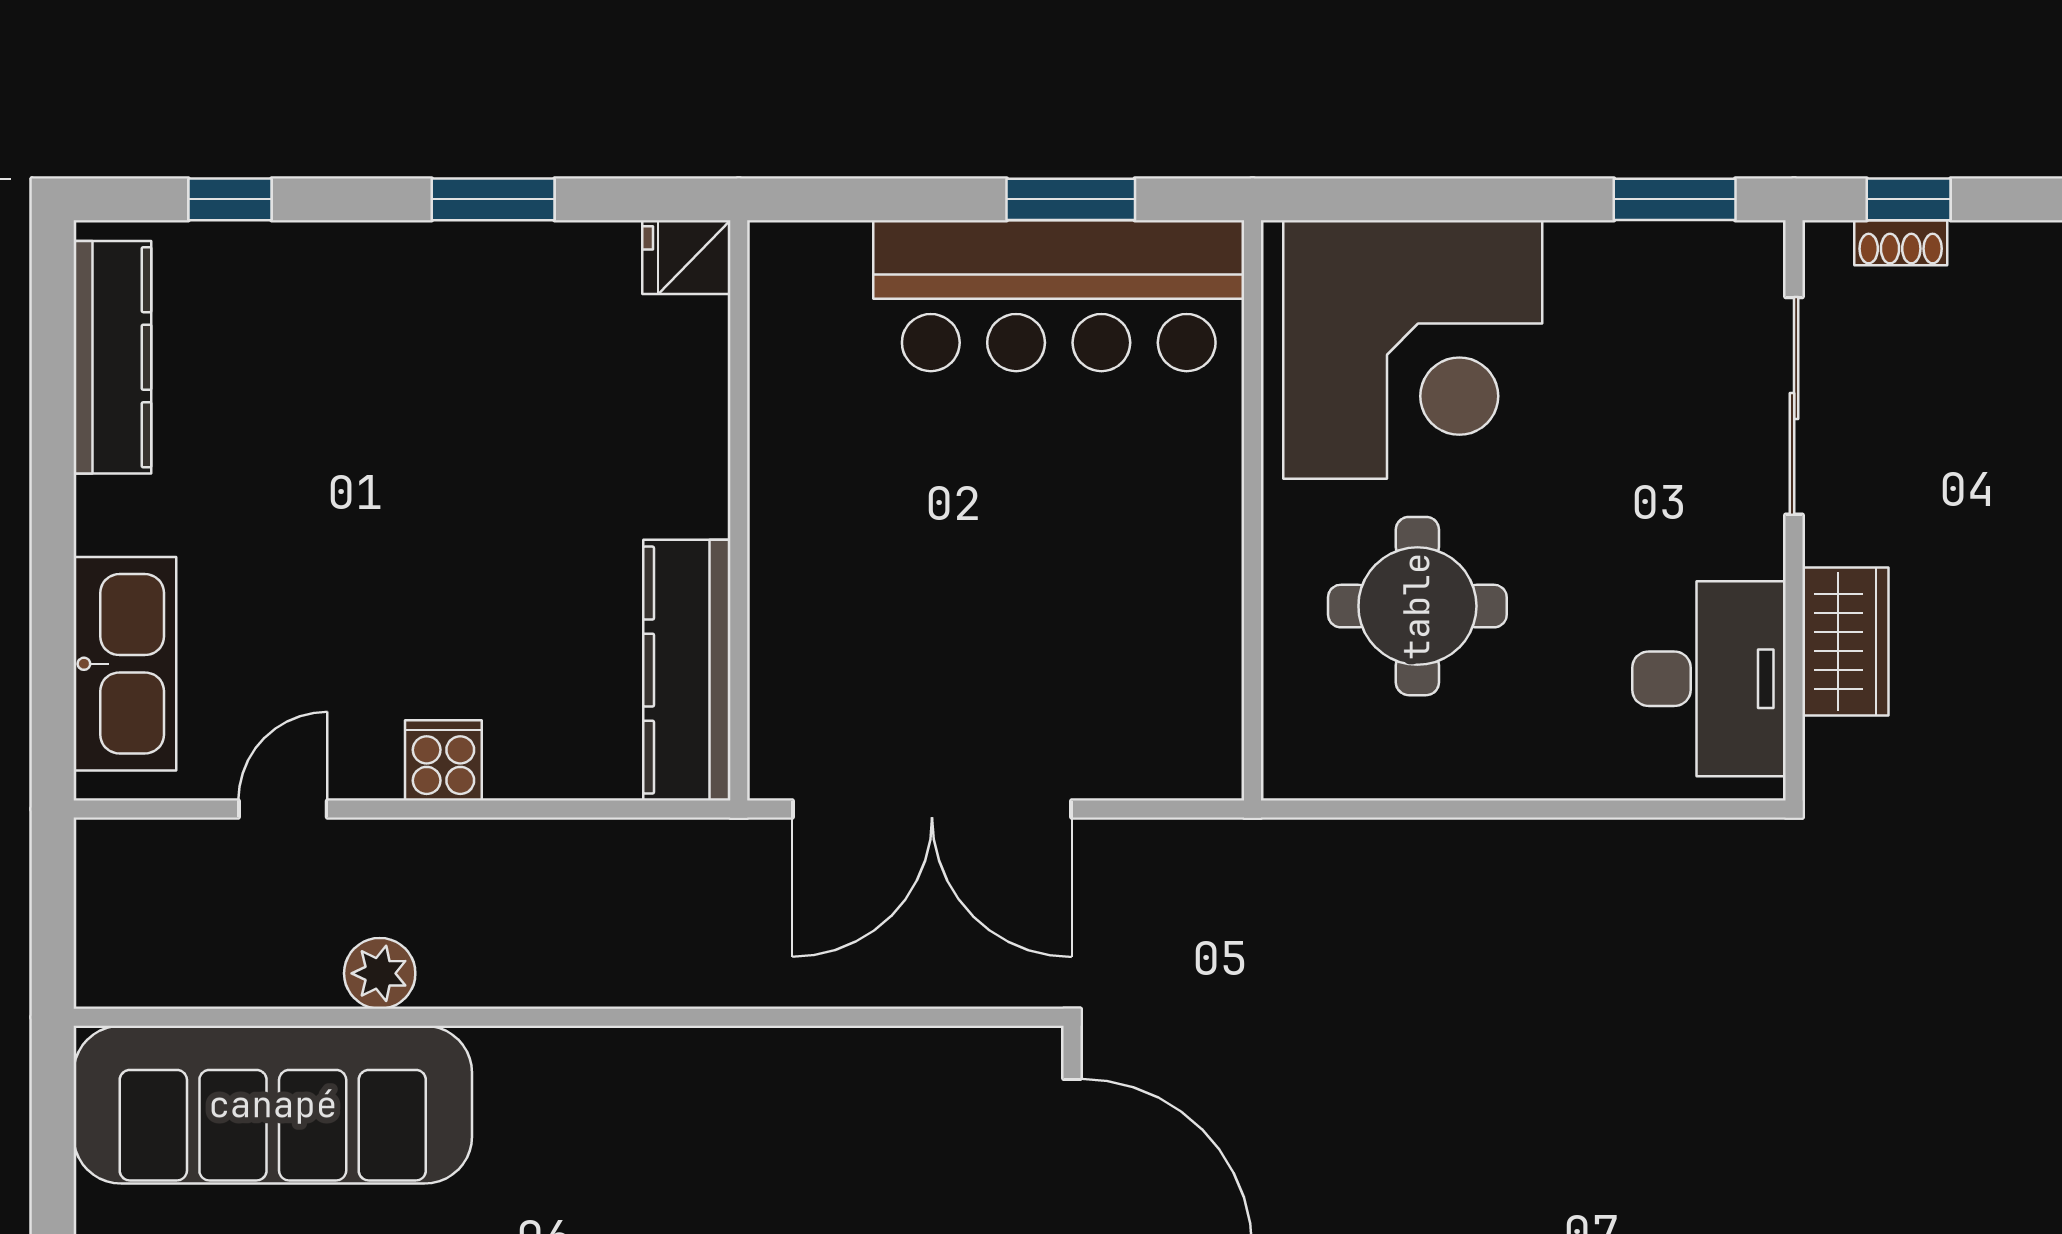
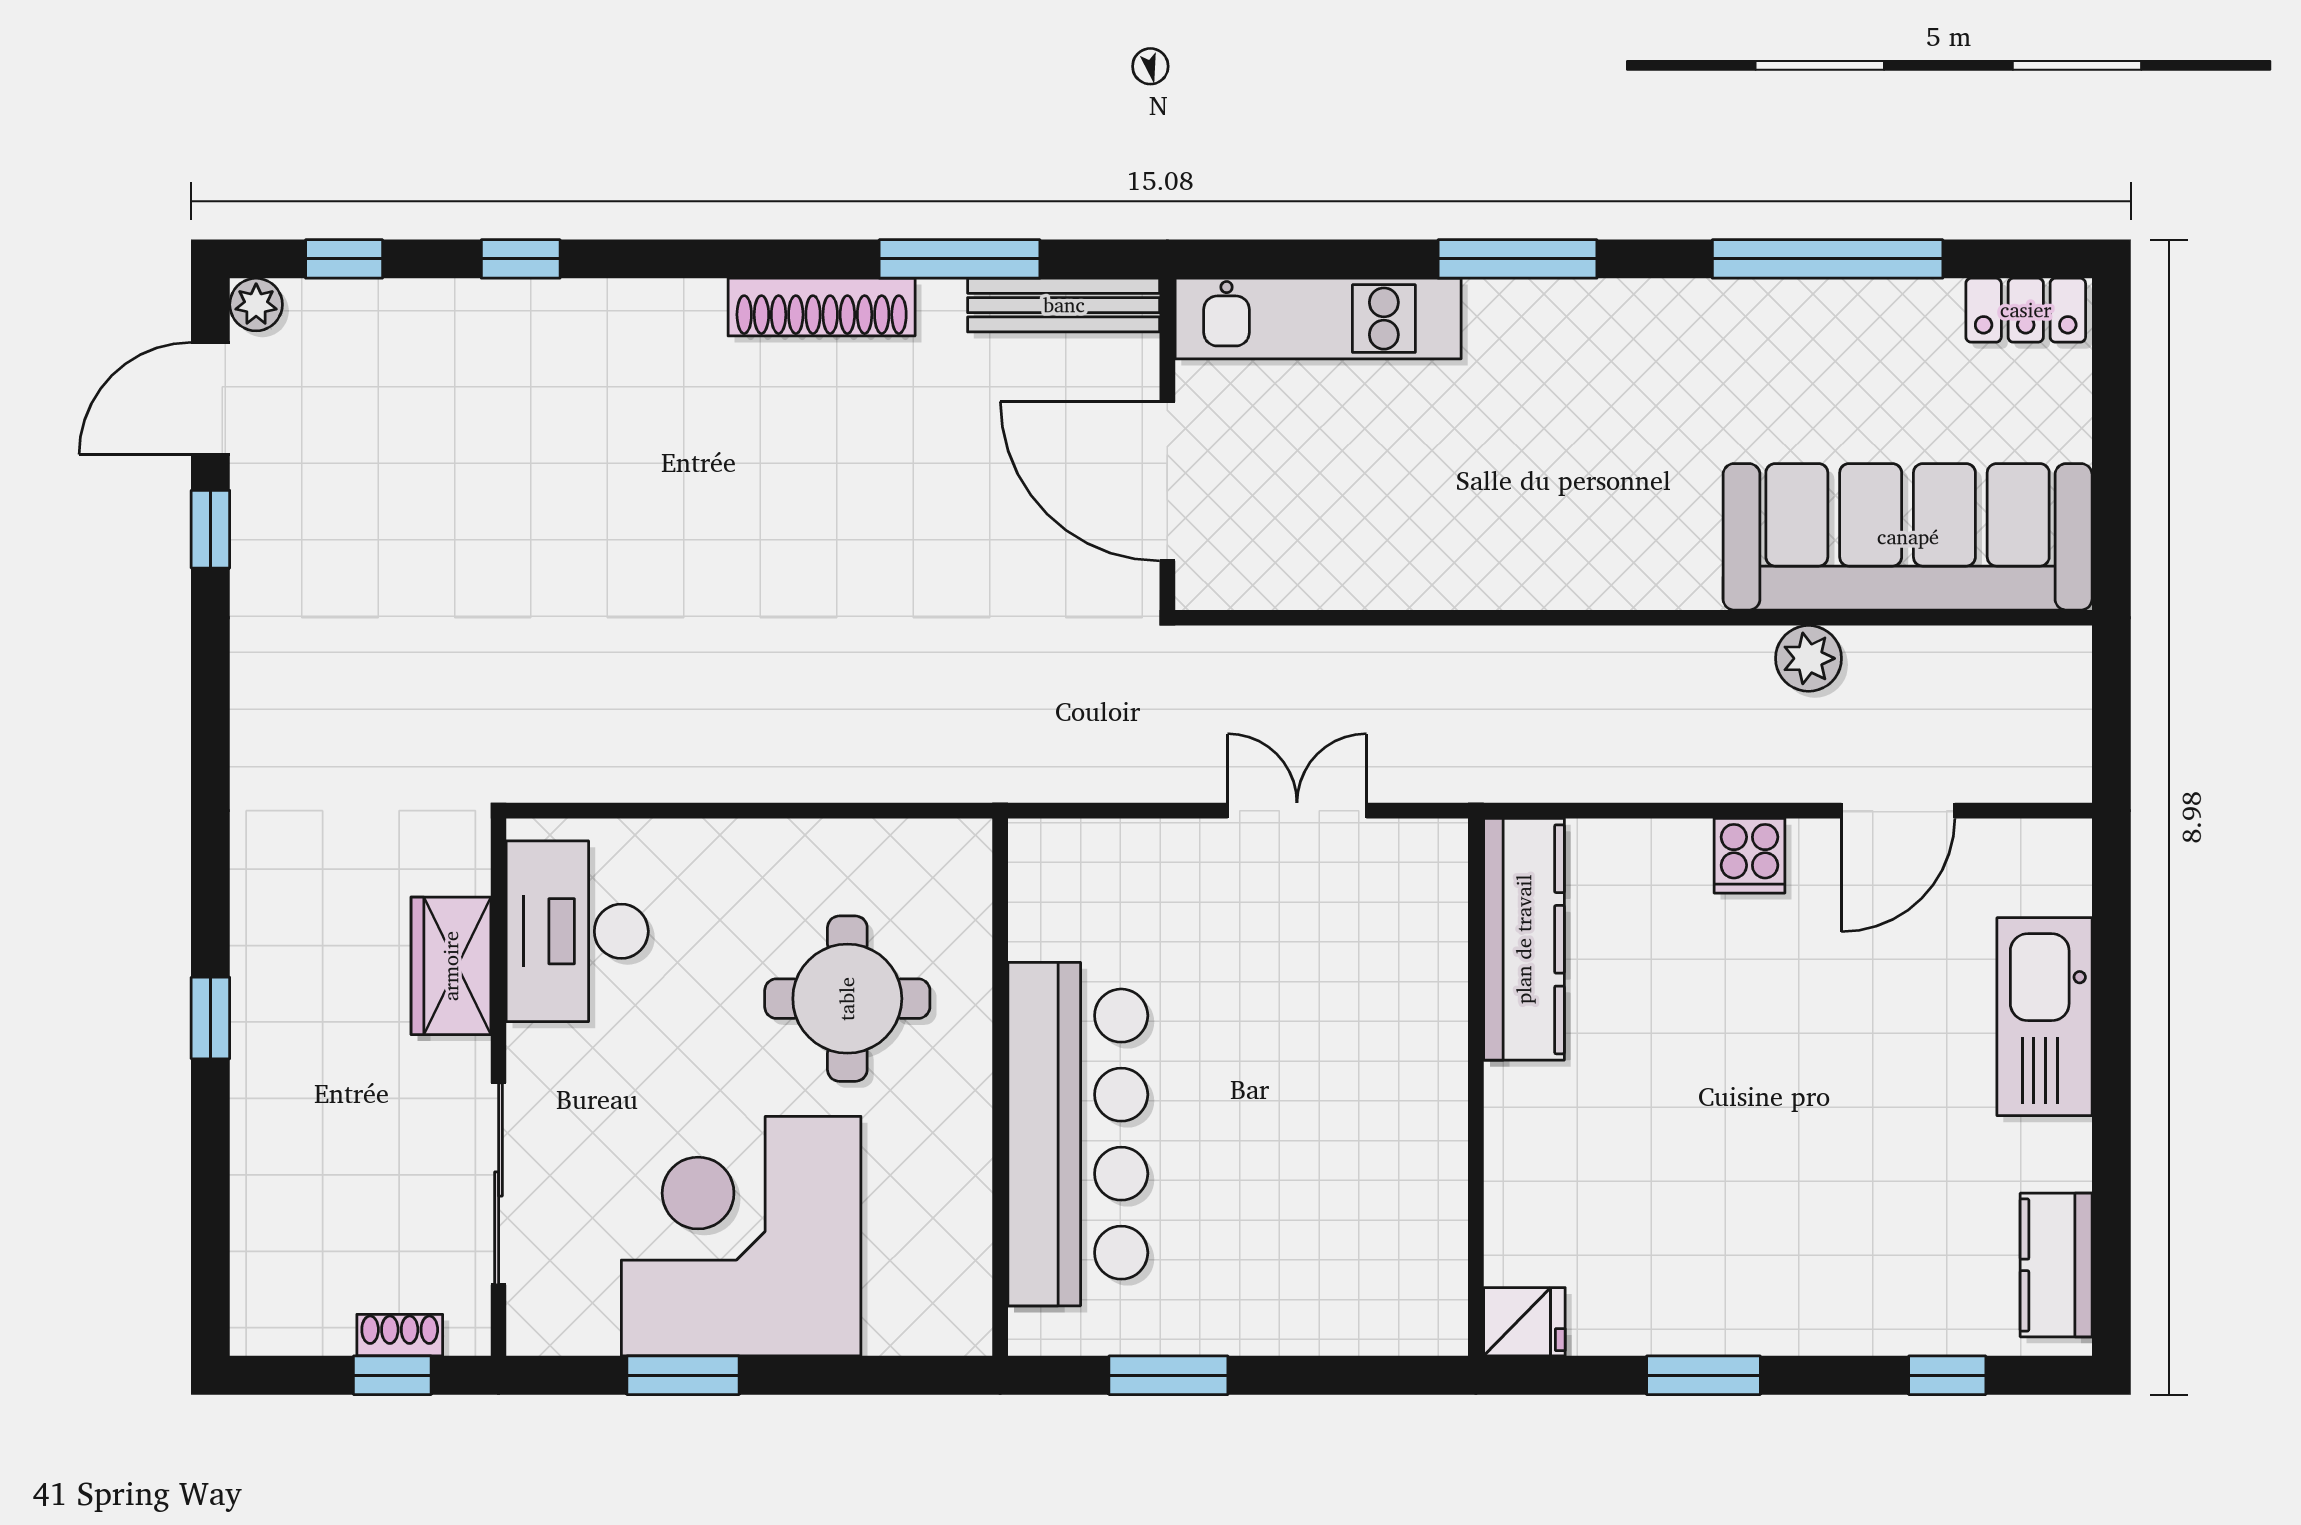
window: (1675, 199) -> (683, 1375), moved
bar counter: (1059, 296) -> (1078, 1134), moved, turned 90
corner desk: (1413, 350) -> (741, 1236), moved
kitchen counter: (112, 357) -> (2056, 1265), width x0.67
kitchen sink: (125, 664) -> (2044, 1017), moved
door: (283, 809) -> (1898, 811), width x1.38
double door: (932, 809) -> (1297, 811), width x0.54

